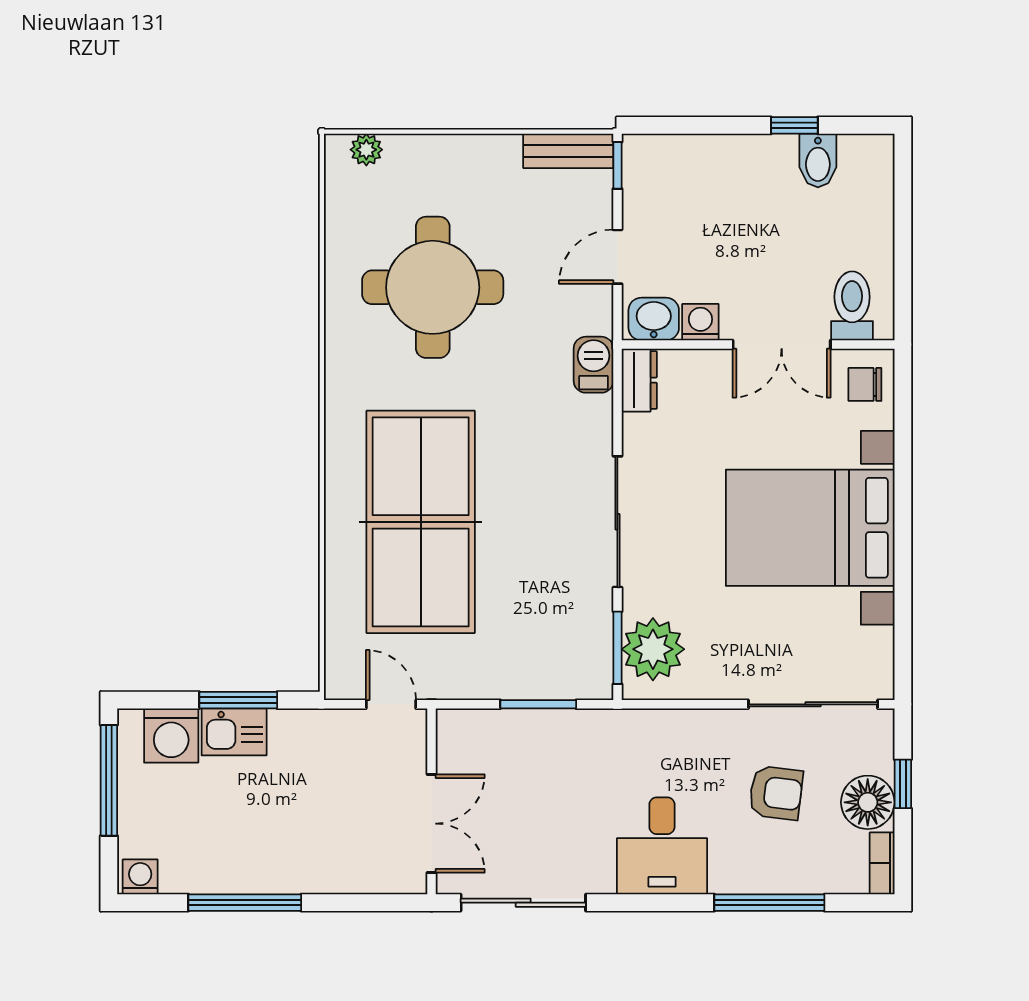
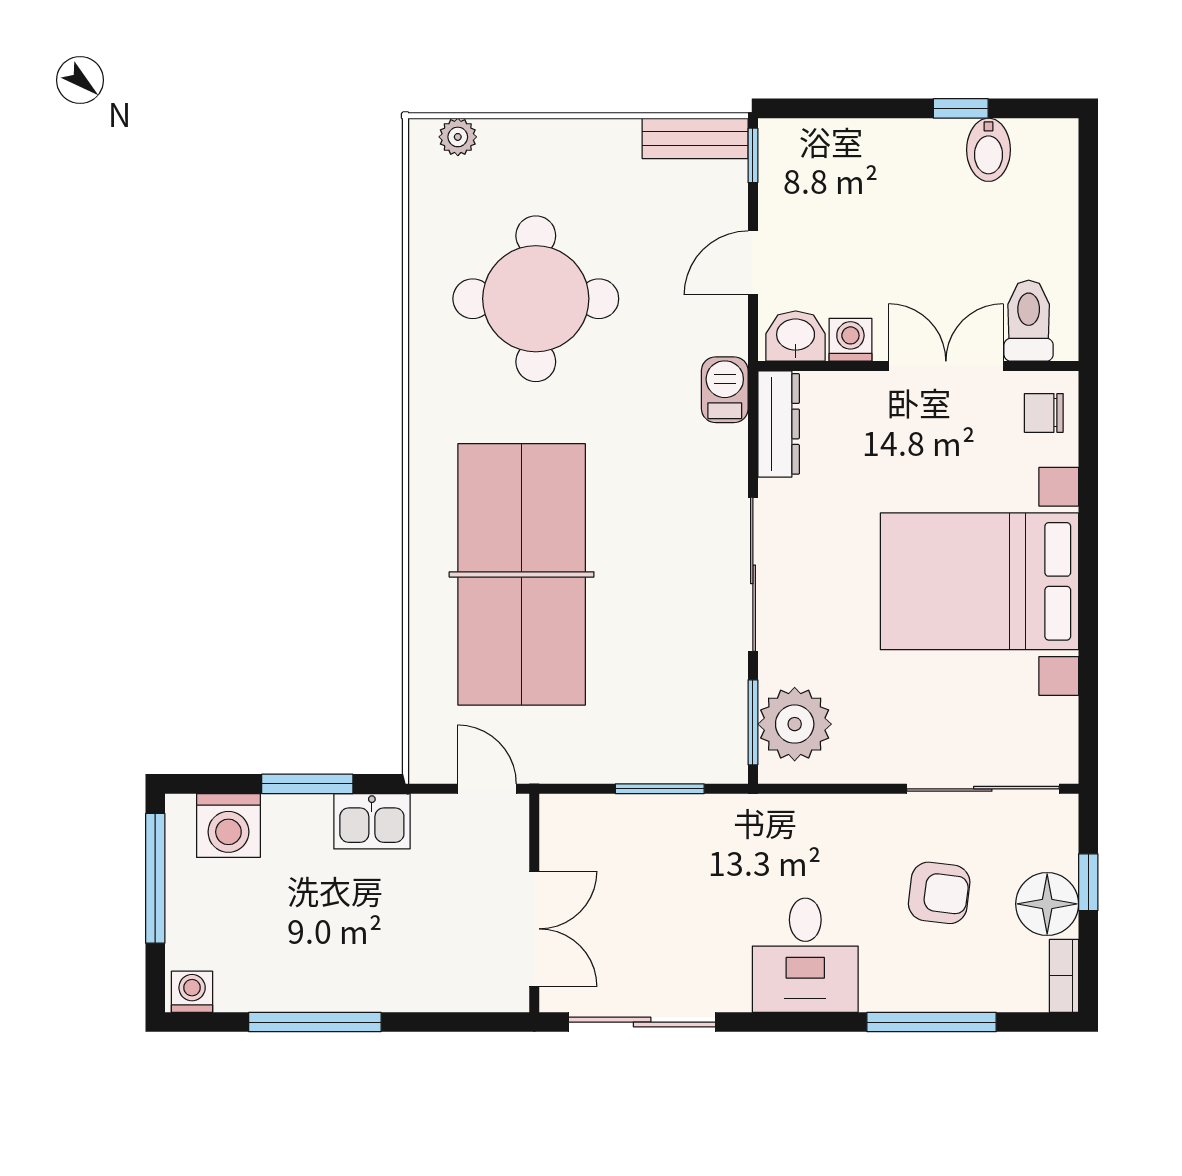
double door: (782, 345) -> (946, 366), swing flipped
dresser: (639, 380) -> (779, 424), width x1.44
kitchen sink: (234, 732) -> (372, 821), moved

